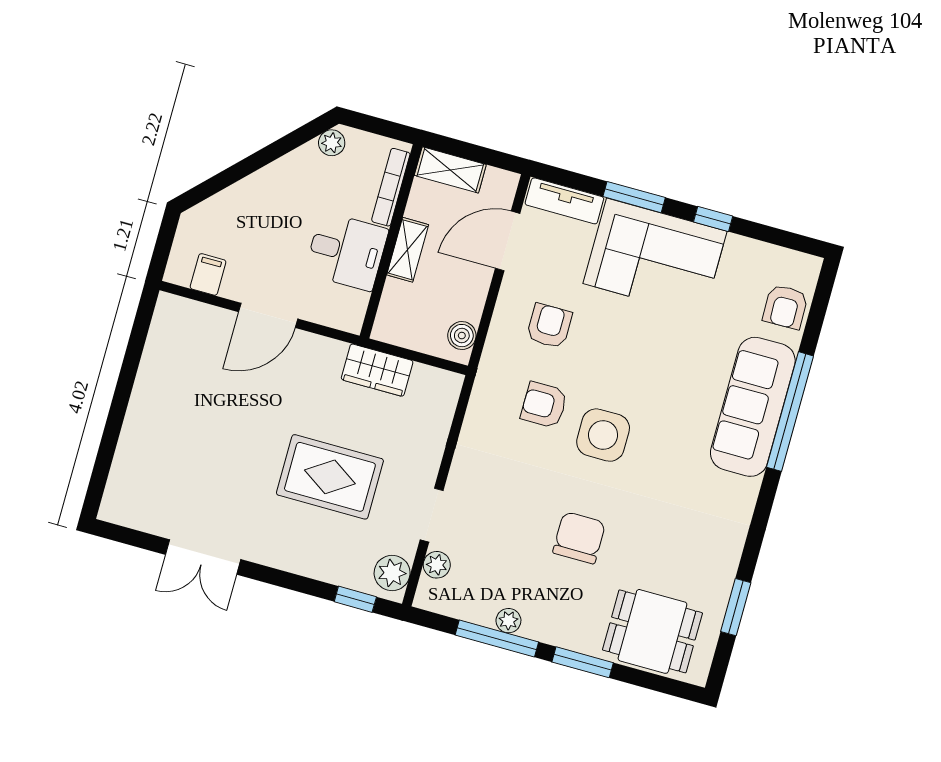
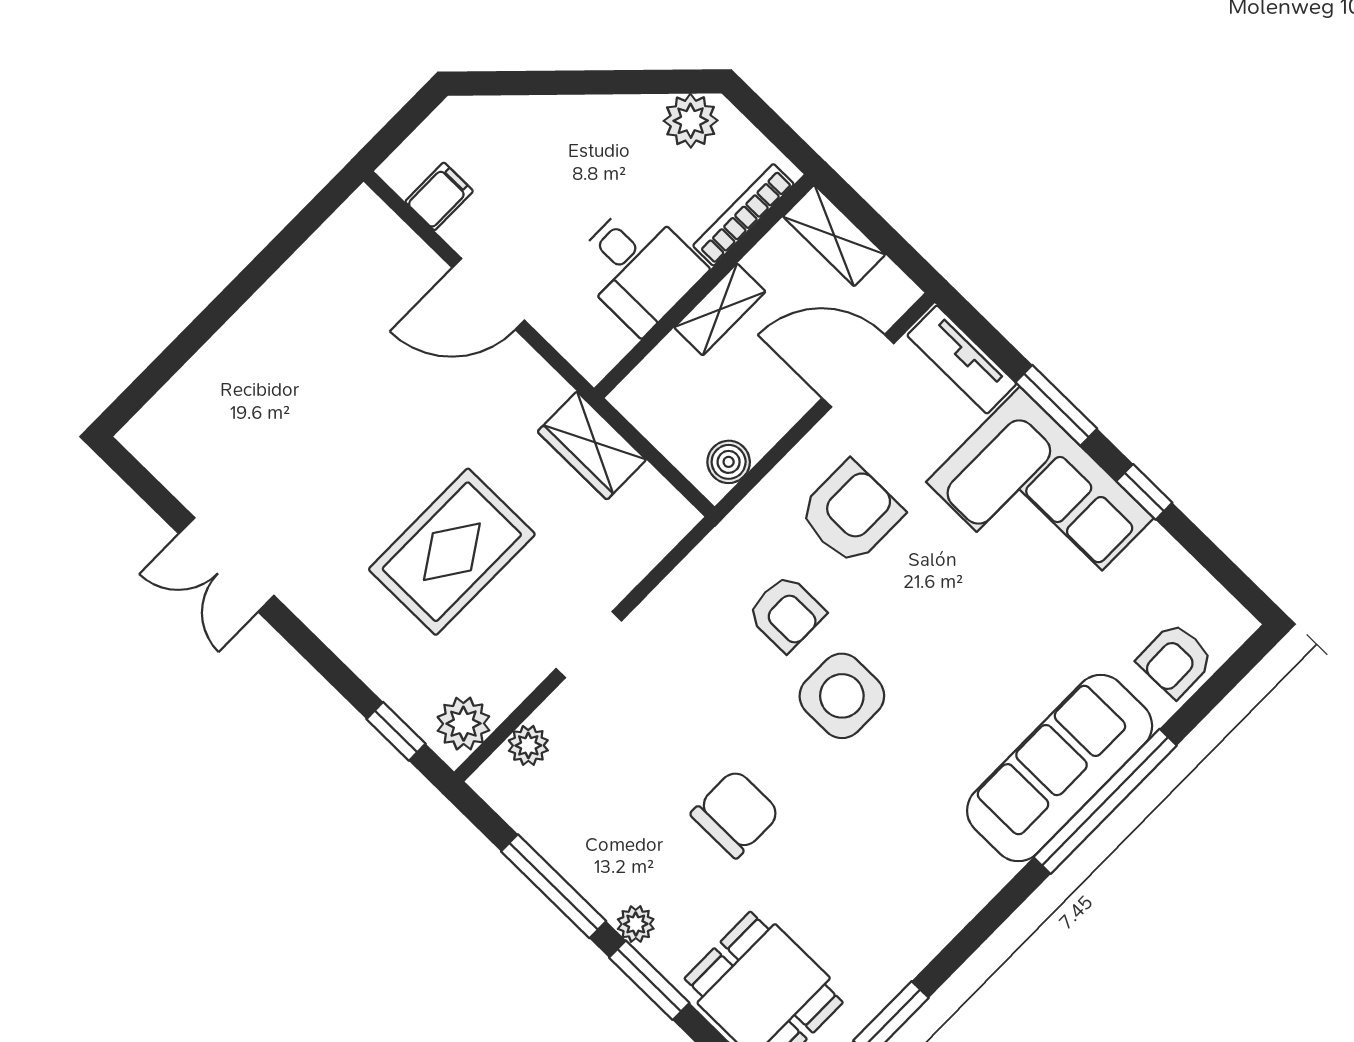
plant: (332, 143) -> (691, 121), width x1.38, depth x1.38
armchair: (549, 326) -> (851, 513), width x1.38, depth x1.38
armchair: (544, 405) -> (786, 613), turned 180
rug: (330, 477) -> (452, 552), turned 90
doorway: (432, 515) -> (589, 645), moved
plant: (508, 621) -> (636, 924), moved

